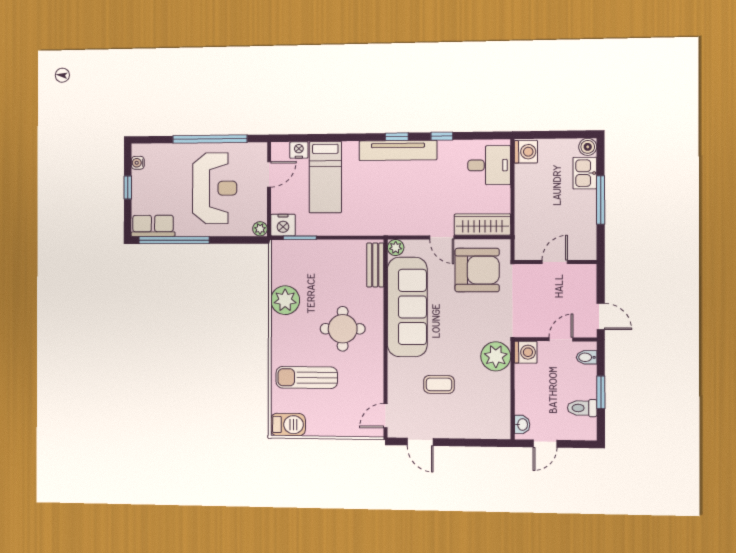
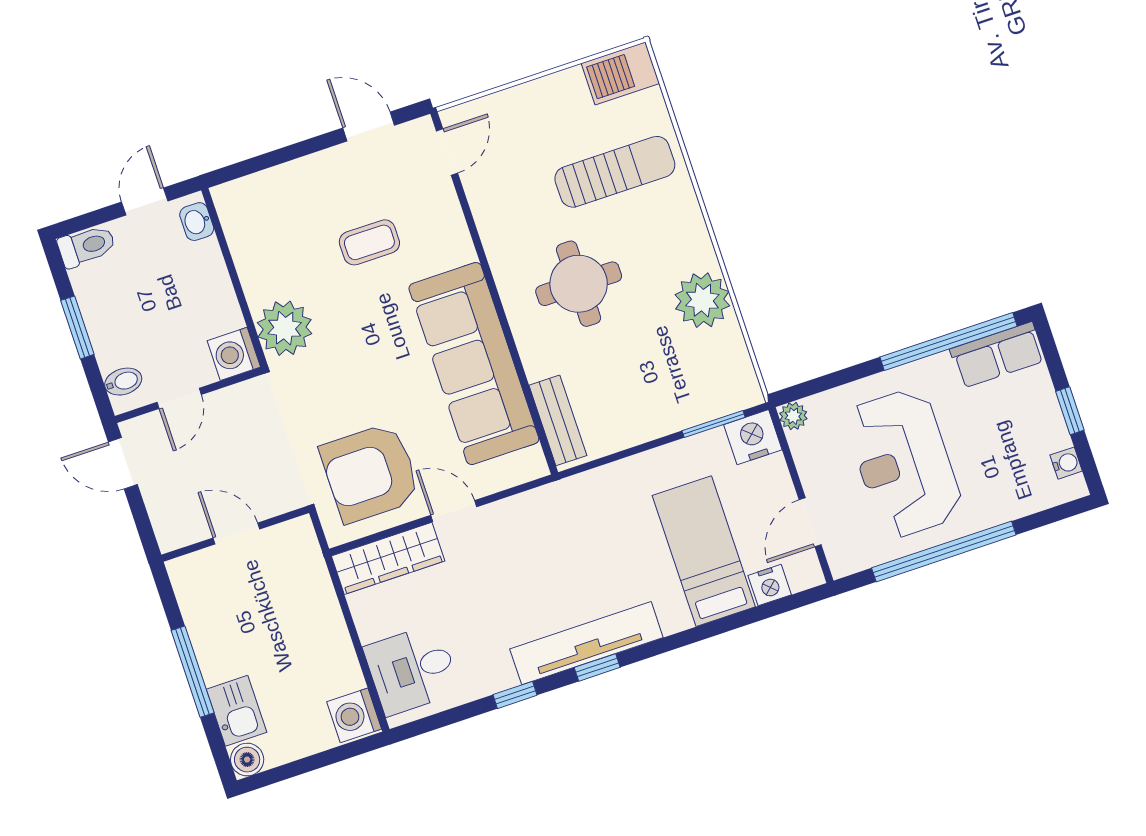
plant: (396, 248) -> (531, 465), removed
door: (555, 262) -> (236, 534), swing flipped
toilet: (582, 408) -> (87, 246), moved

